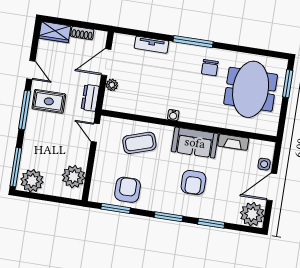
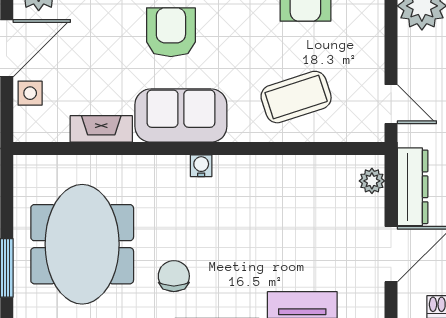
plant: (112, 85) -> (372, 181), moved
dresser: (90, 98) -> (413, 187), width x1.44
water cooler: (173, 115) -> (201, 166), moved

